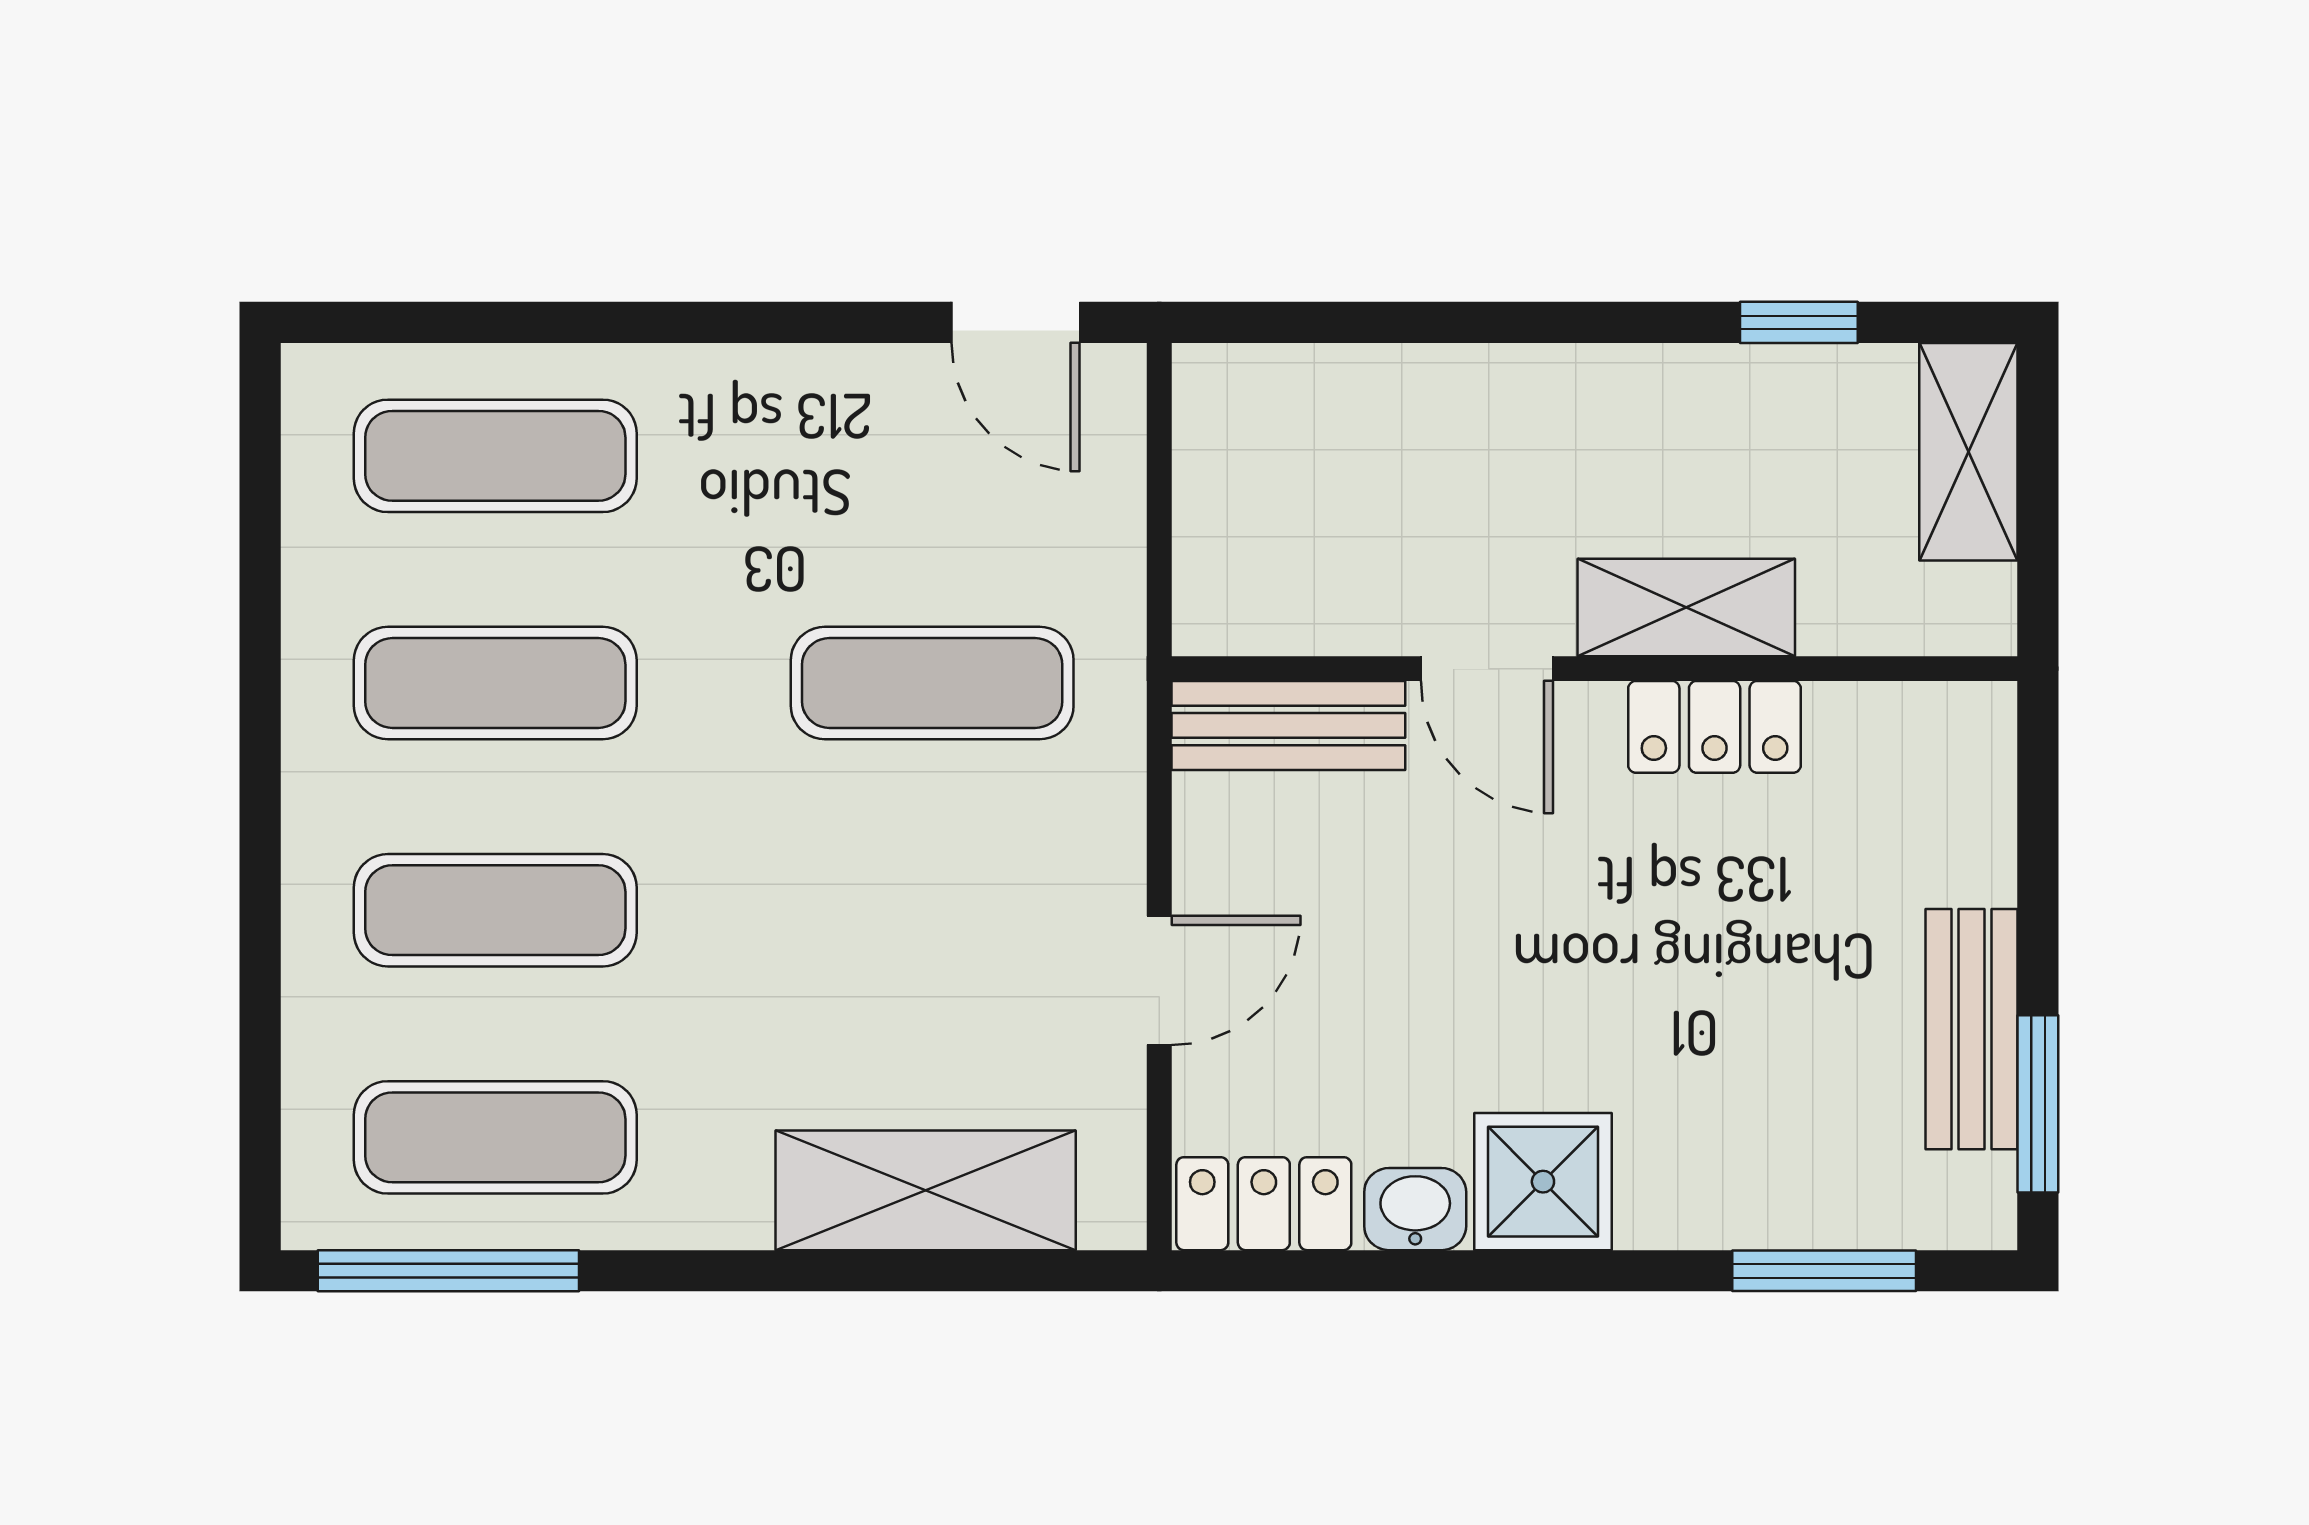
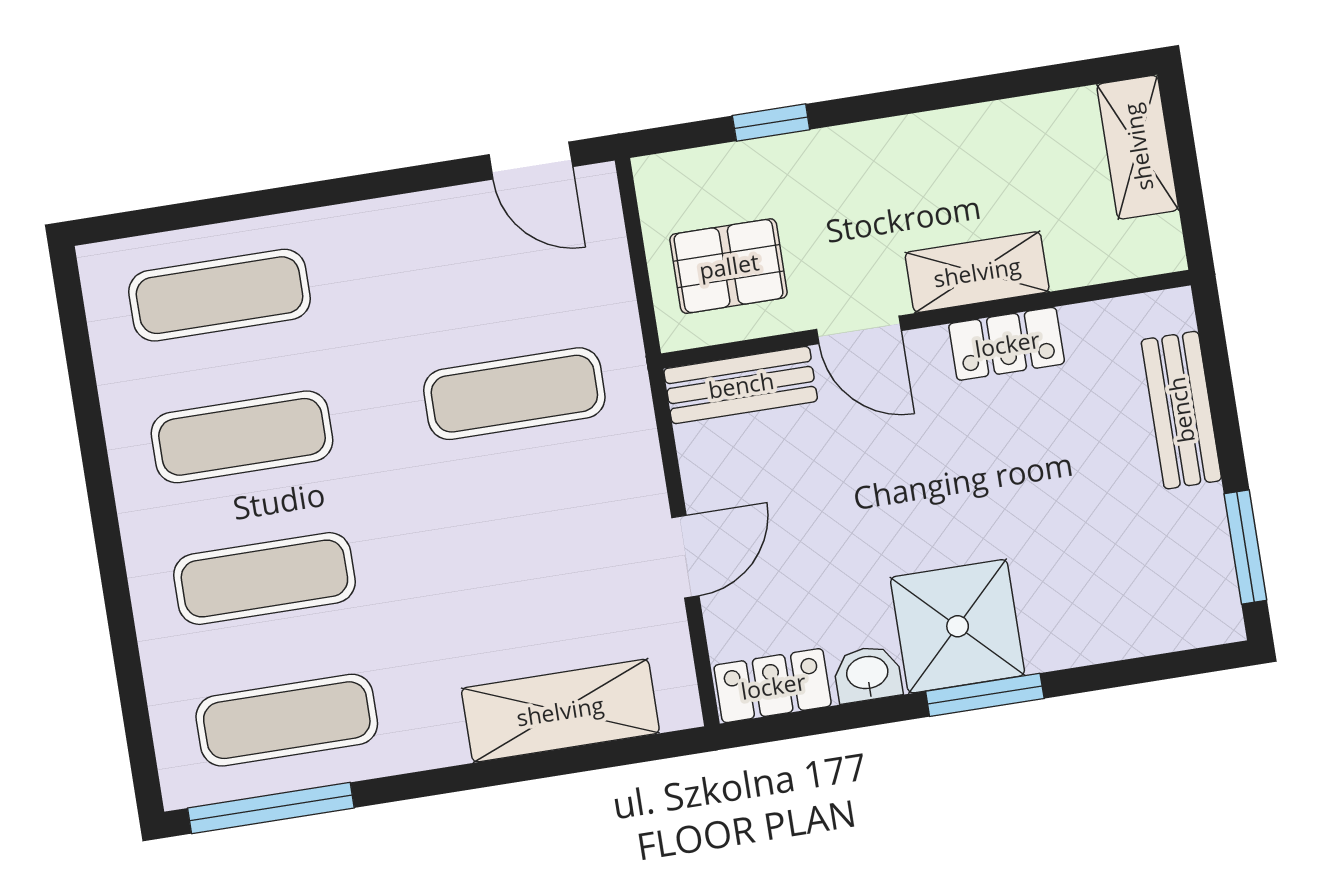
window: (1799, 322) -> (771, 123), moved
pallet: (1299, 536) -> (729, 266), added
bench: (1971, 1029) -> (1181, 410), moved
shower: (1543, 1182) -> (958, 626), width x1.36, depth x1.36
window: (1824, 1271) -> (985, 695), moved

